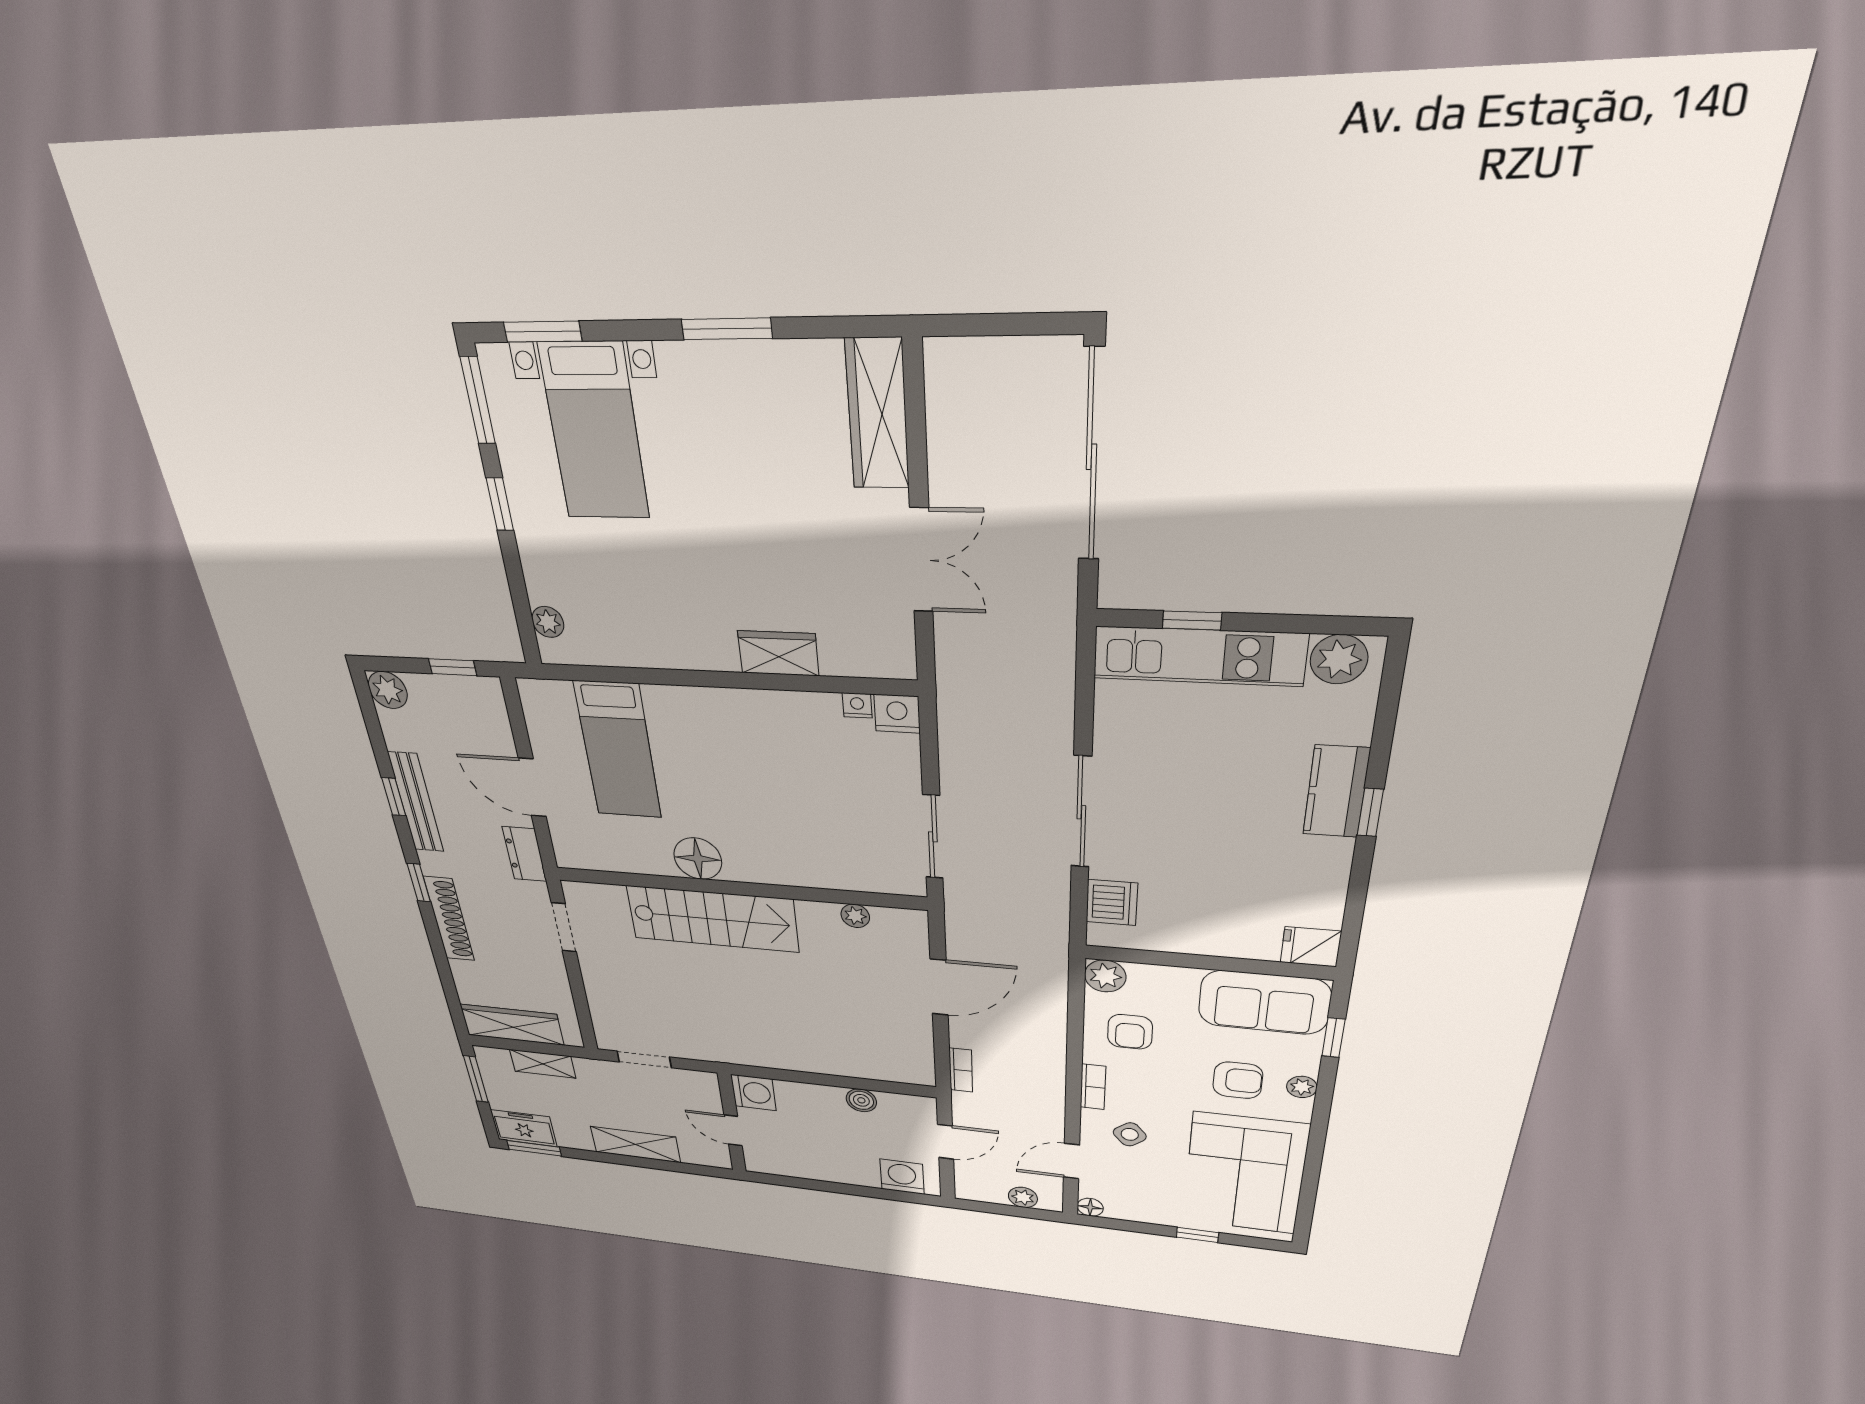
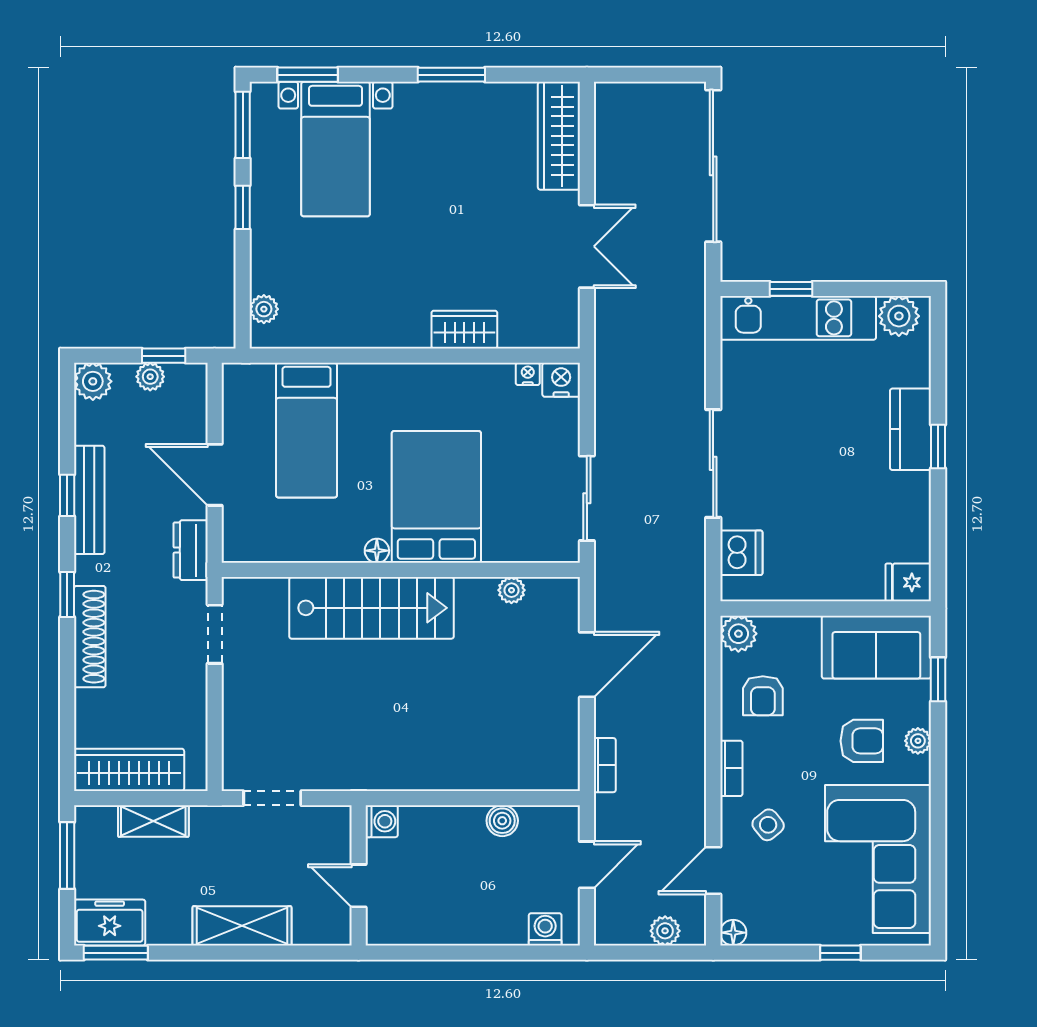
plant: (444, 688) -> (150, 377), added
bed: (766, 824) -> (436, 497), added
floor lamp: (698, 859) -> (377, 551), width x0.53, depth x0.53
washing machine: (753, 1093) -> (382, 821), width x0.73, depth x0.73
washing machine: (902, 1177) -> (545, 929), width x0.73, depth x0.73

